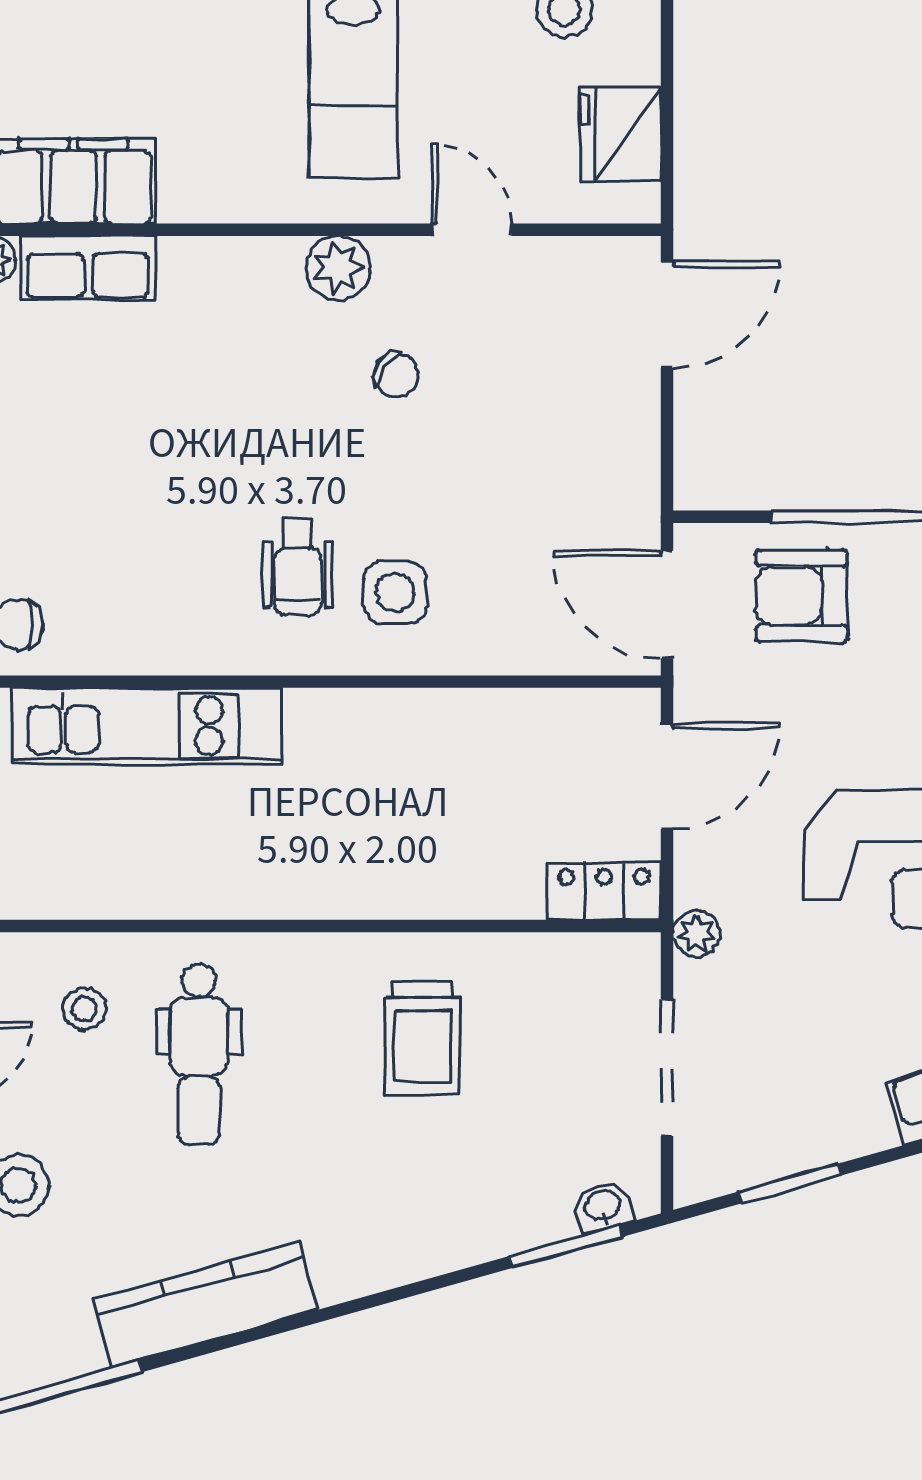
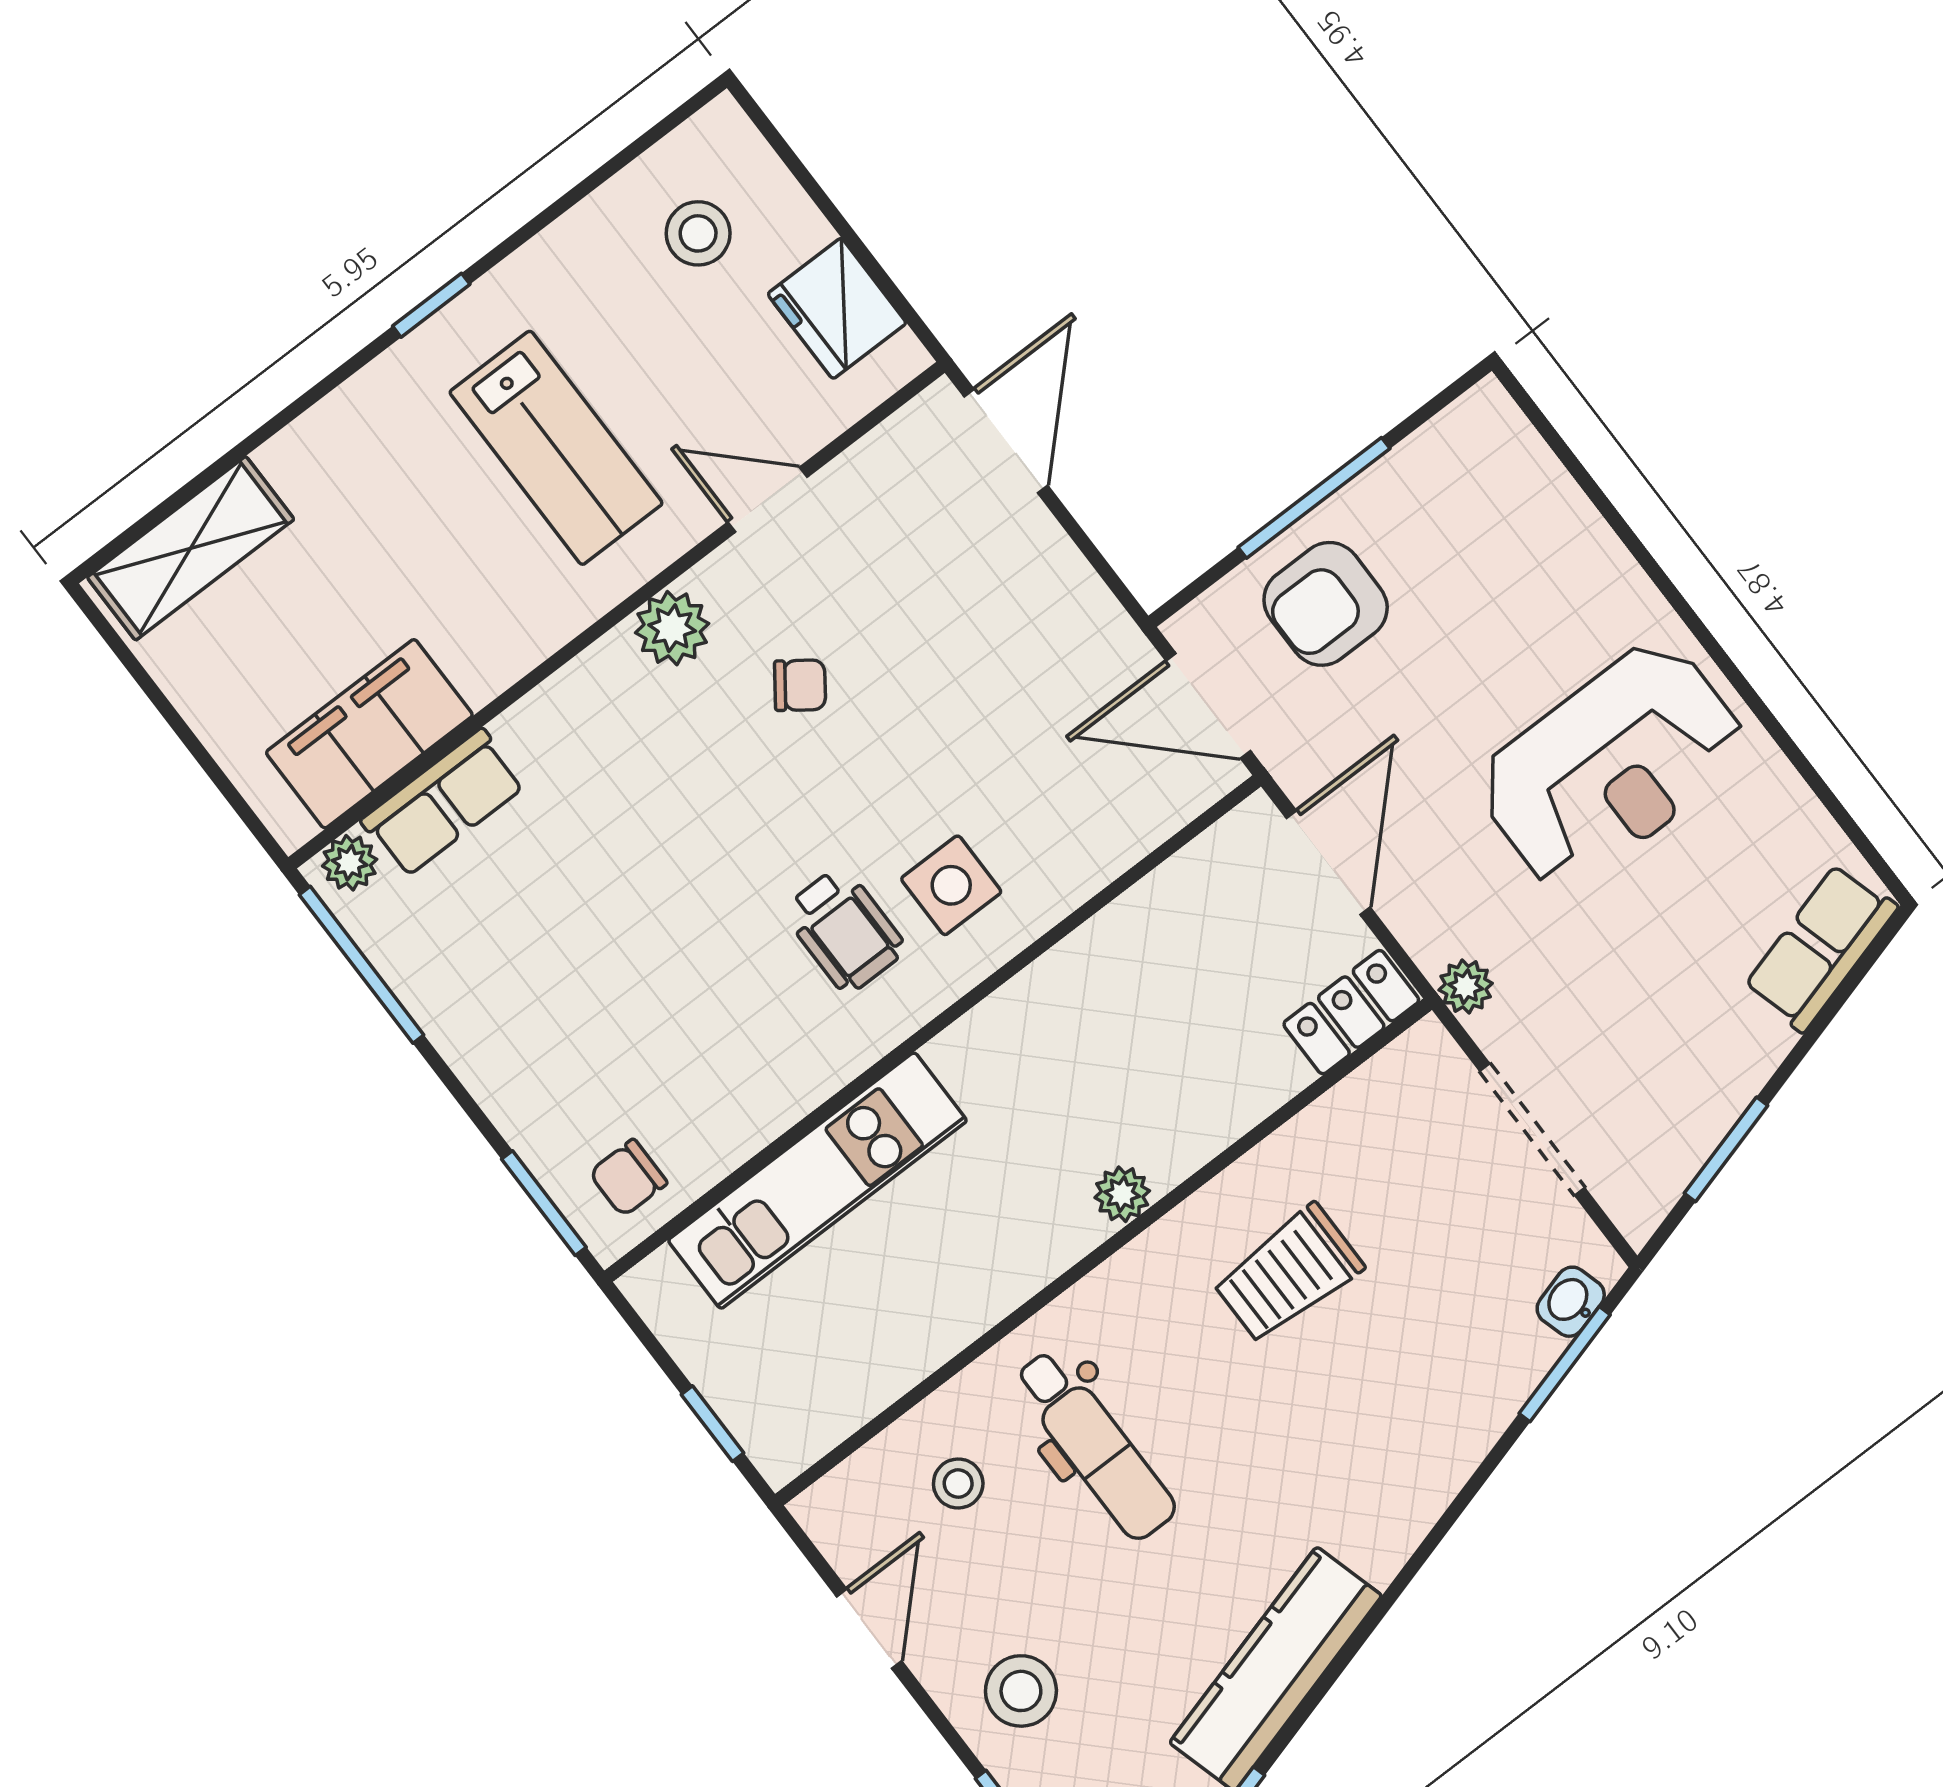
plant: (350, 896) -> (1122, 1194), added
trolley: (423, 1039) -> (1288, 1274), turned 90

